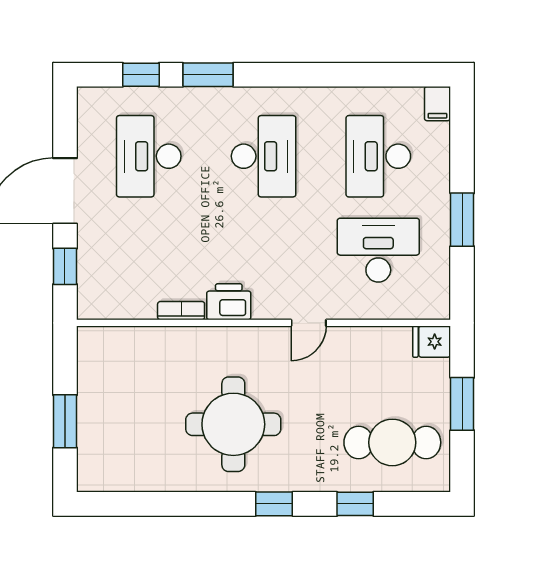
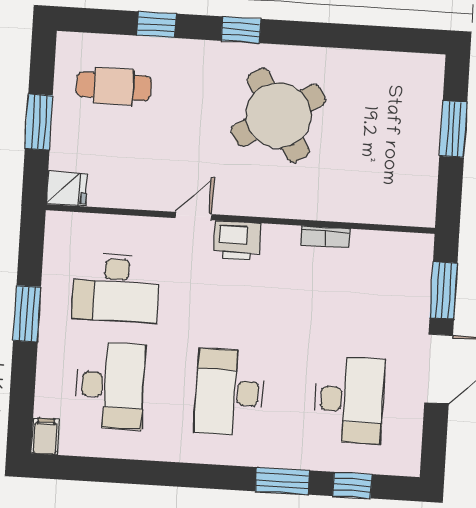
window: (65, 266) -> (443, 290), width x1.50
printer: (229, 302) -> (237, 241), moved
round table: (233, 424) -> (278, 115), turned -31
cafe table: (392, 442) -> (114, 86), width x0.73, depth x0.74

